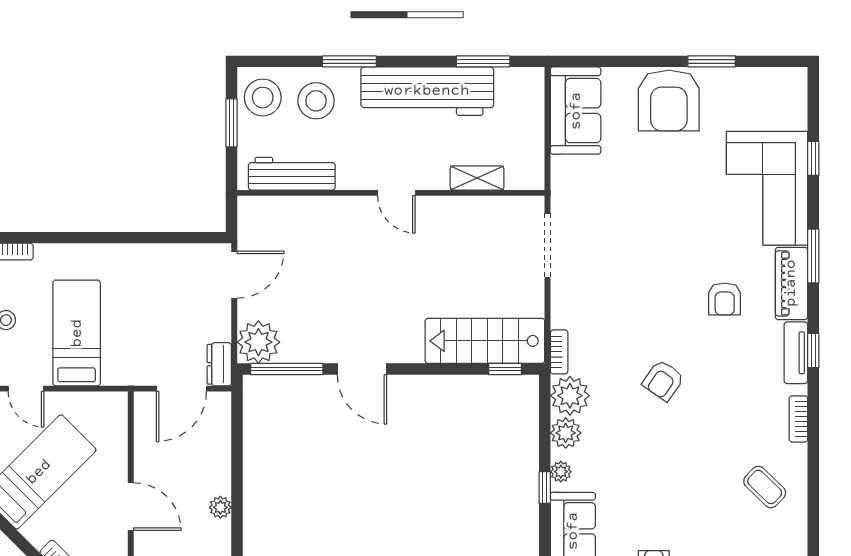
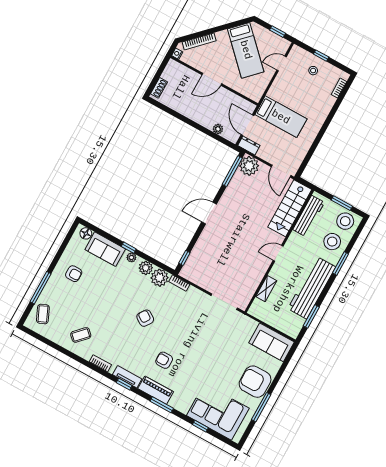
window: (712, 61) -> (261, 407), width x1.44
corner sofa: (767, 188) -> (218, 412), moved
bed: (77, 333) -> (281, 117), moved
stairs: (485, 341) -> (290, 208), moved, turned 180
door: (362, 369) -> (209, 213), moved
plant: (220, 507) -> (218, 129), moved

